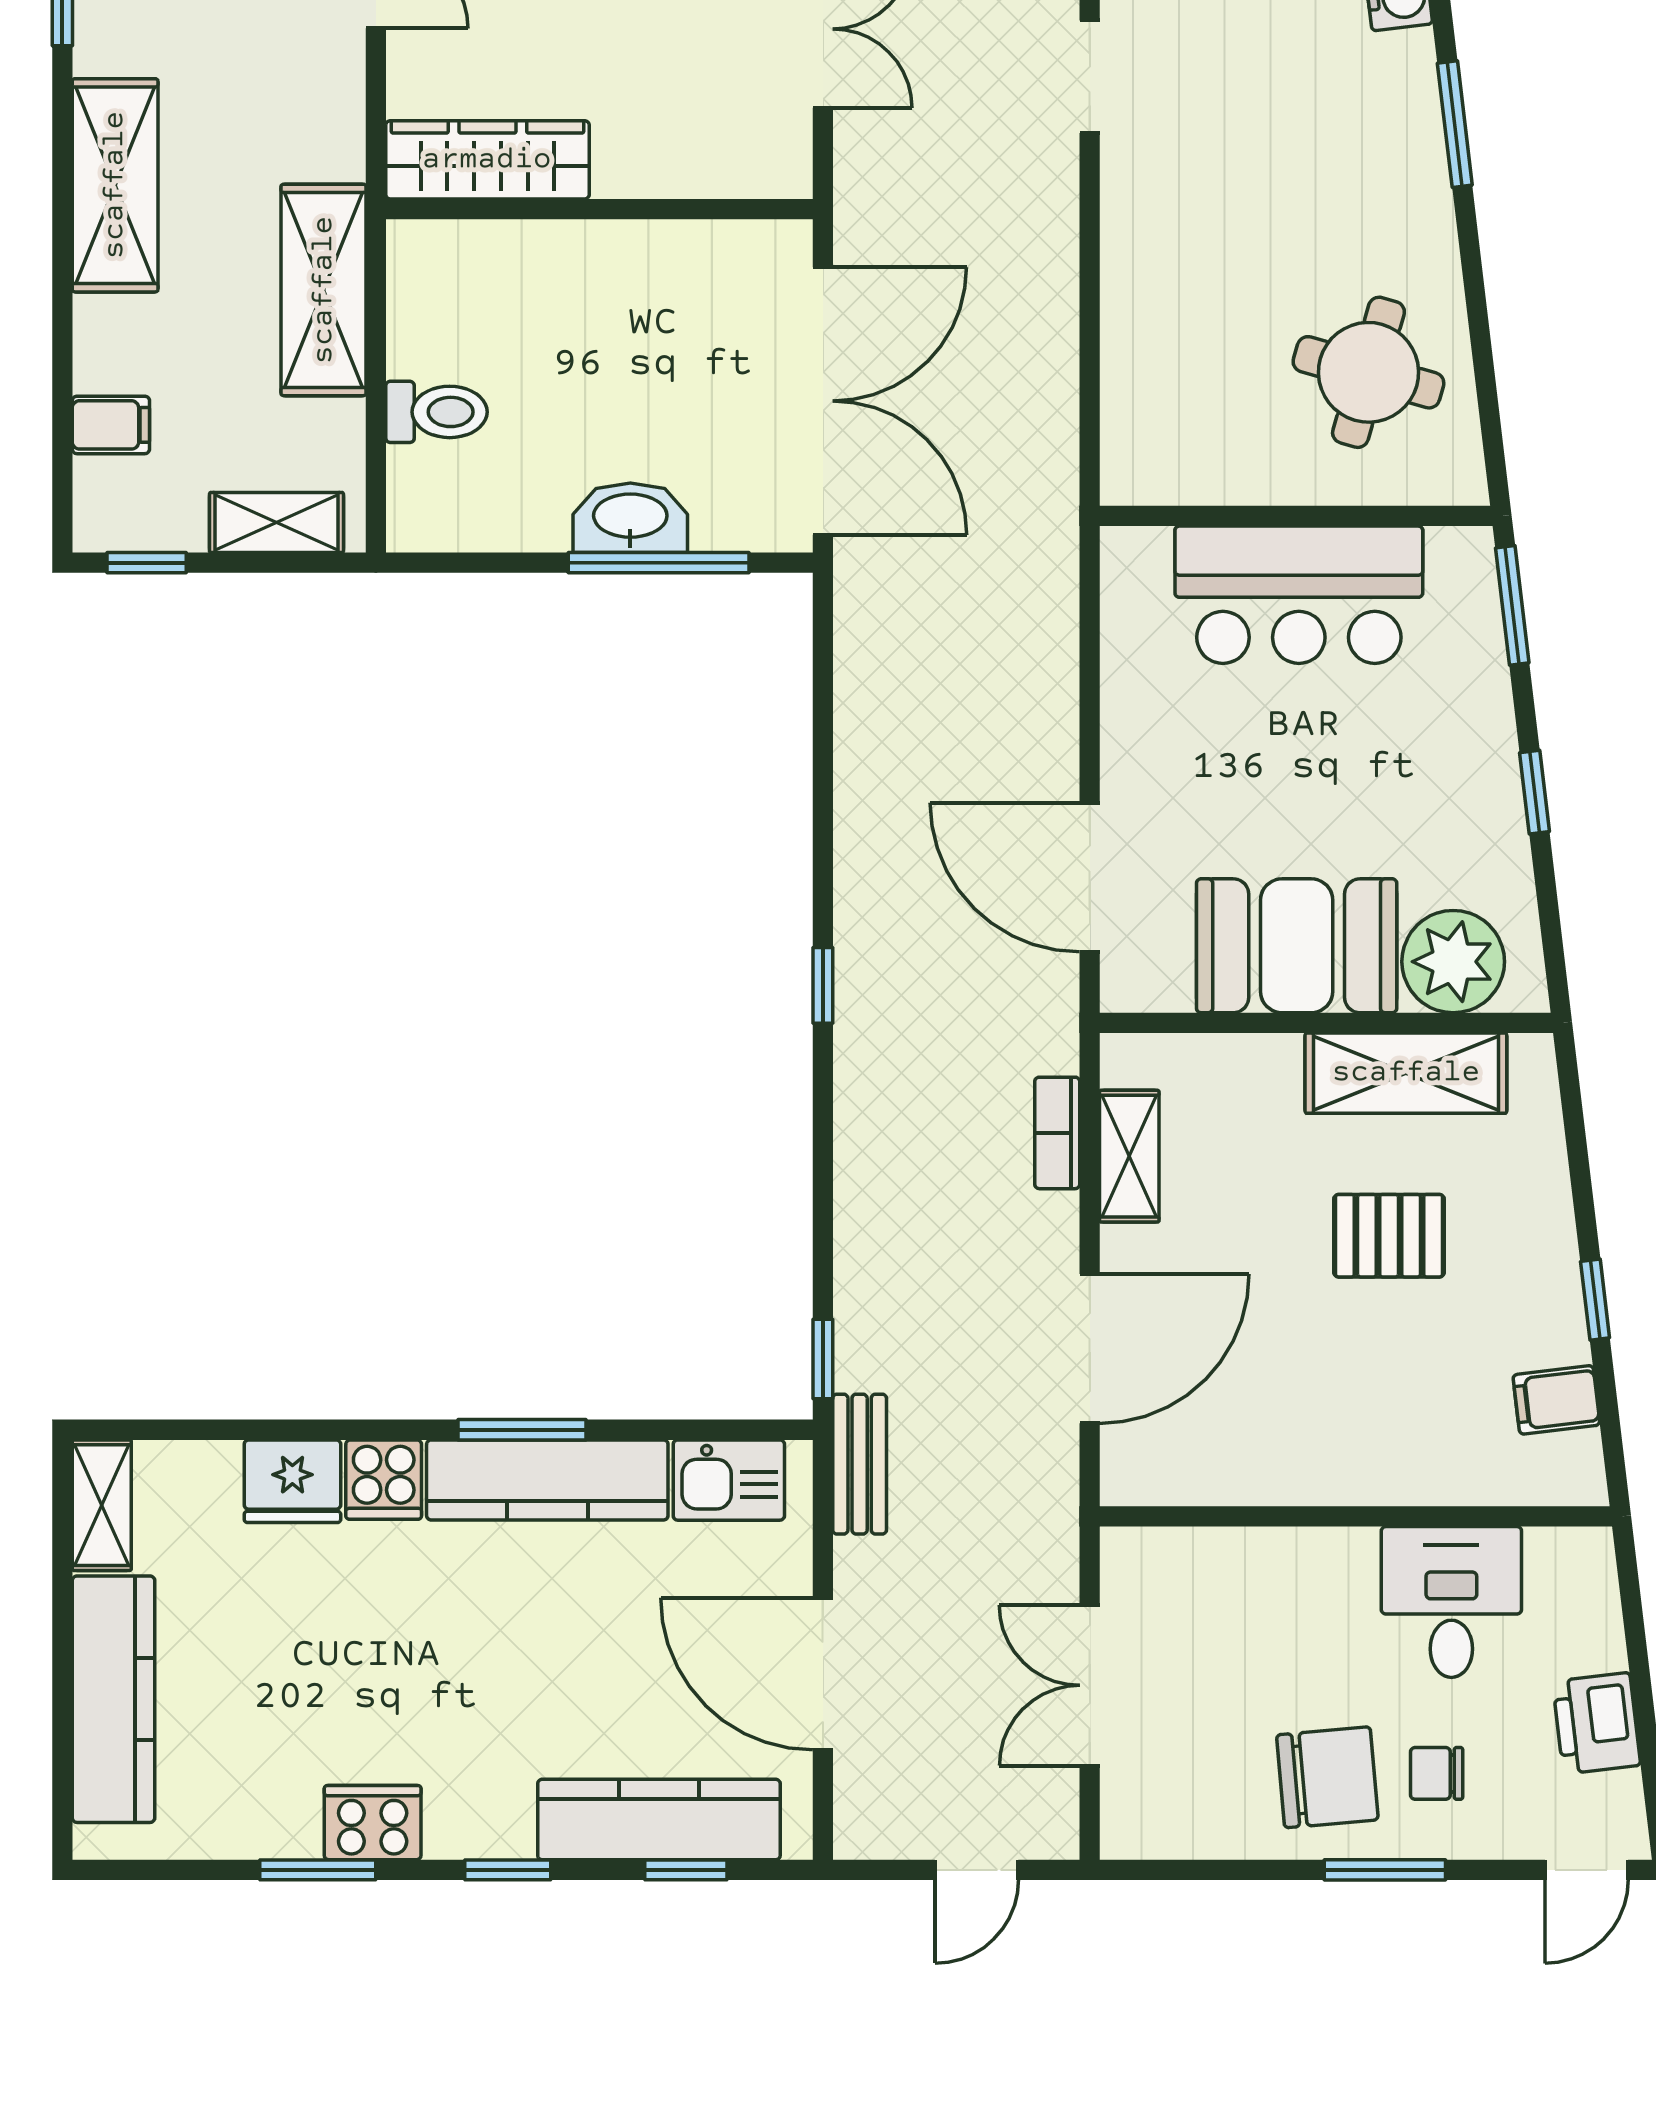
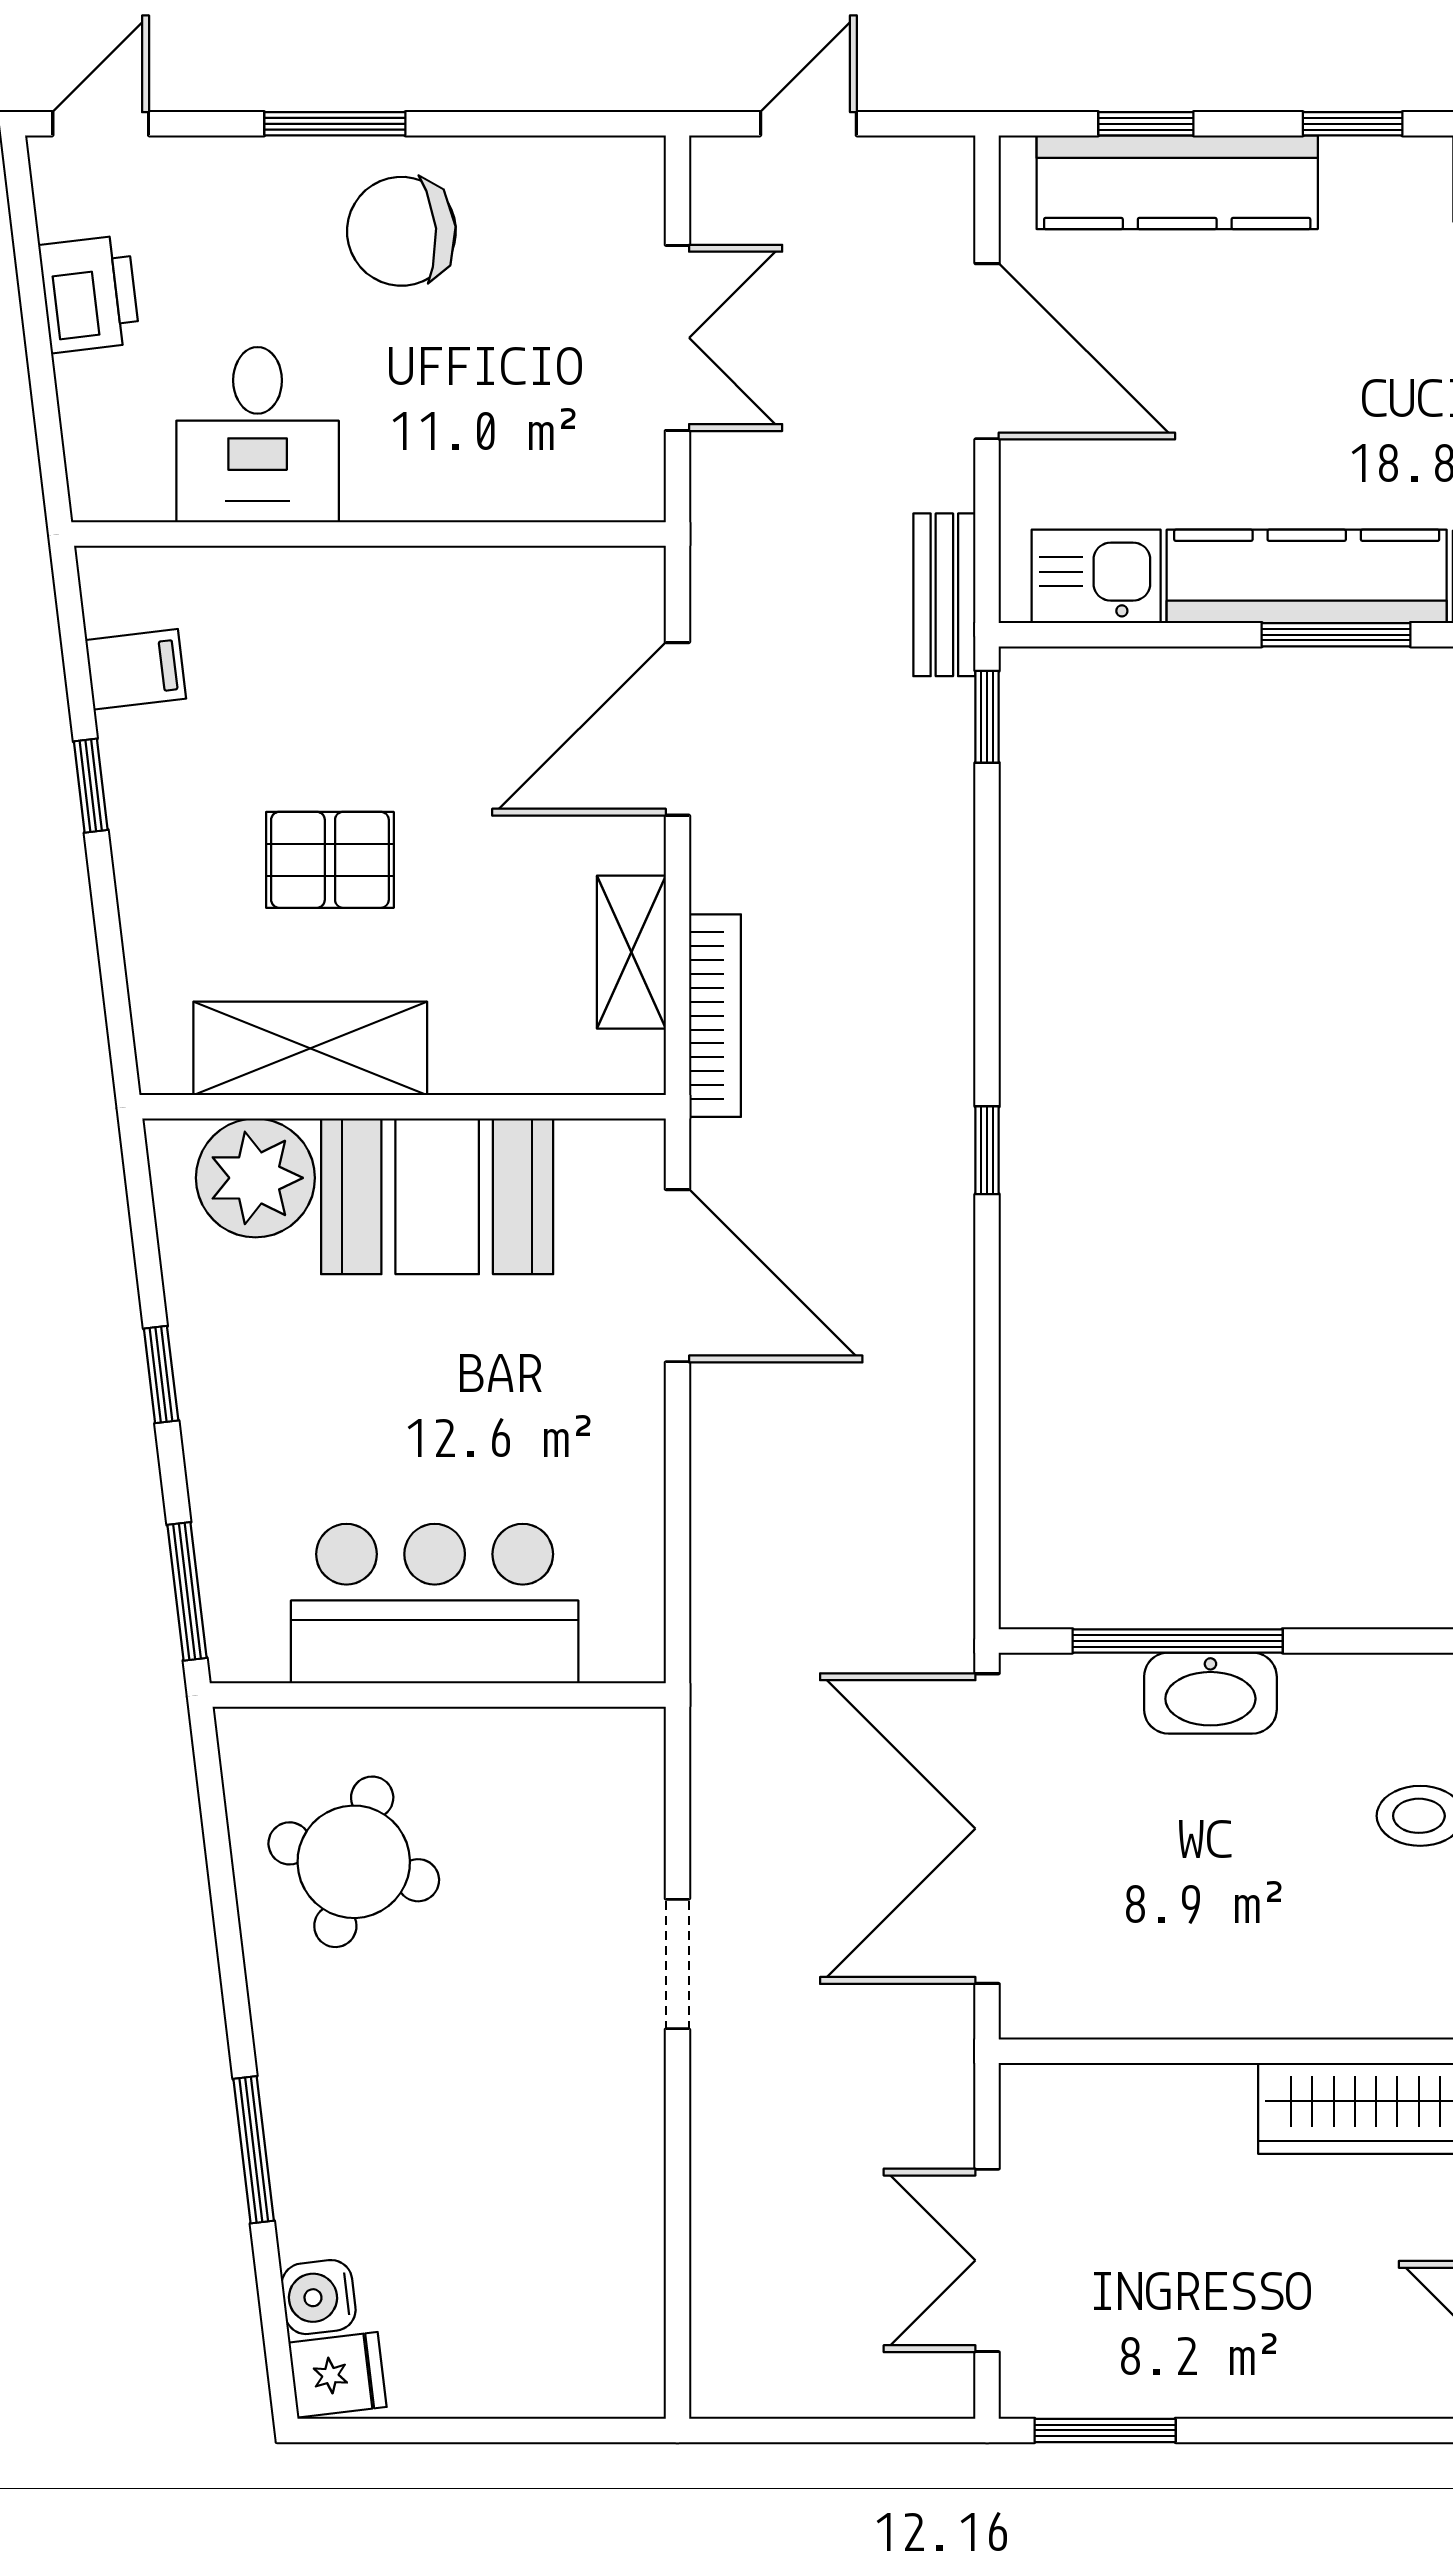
doorway: (1090, 77) -> (677, 1964), moved
bookcase: (1057, 1133) -> (715, 1016), width x1.56
chair: (1437, 1773) -> (275, 236), removed

